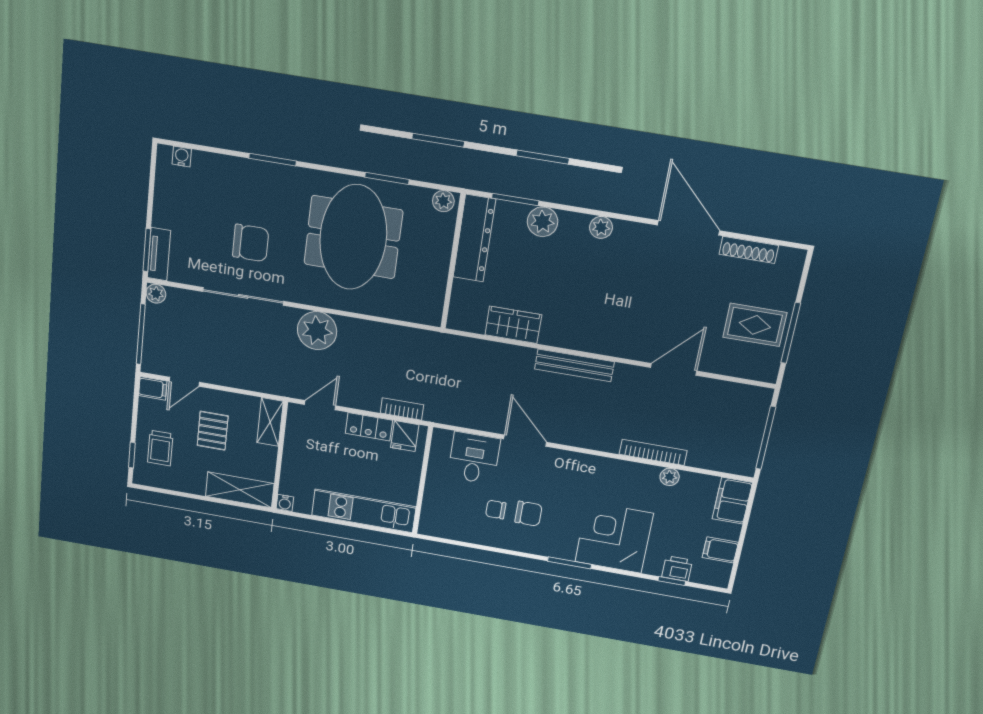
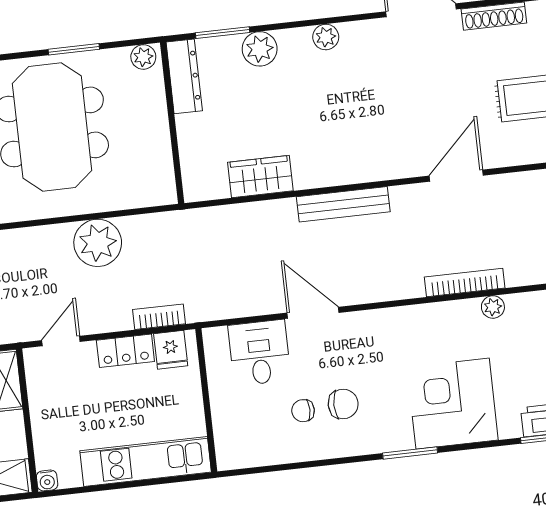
dresser: (474, 238) -> (184, 76), width x0.73, depth x0.80
plant: (317, 331) -> (98, 243), moved

